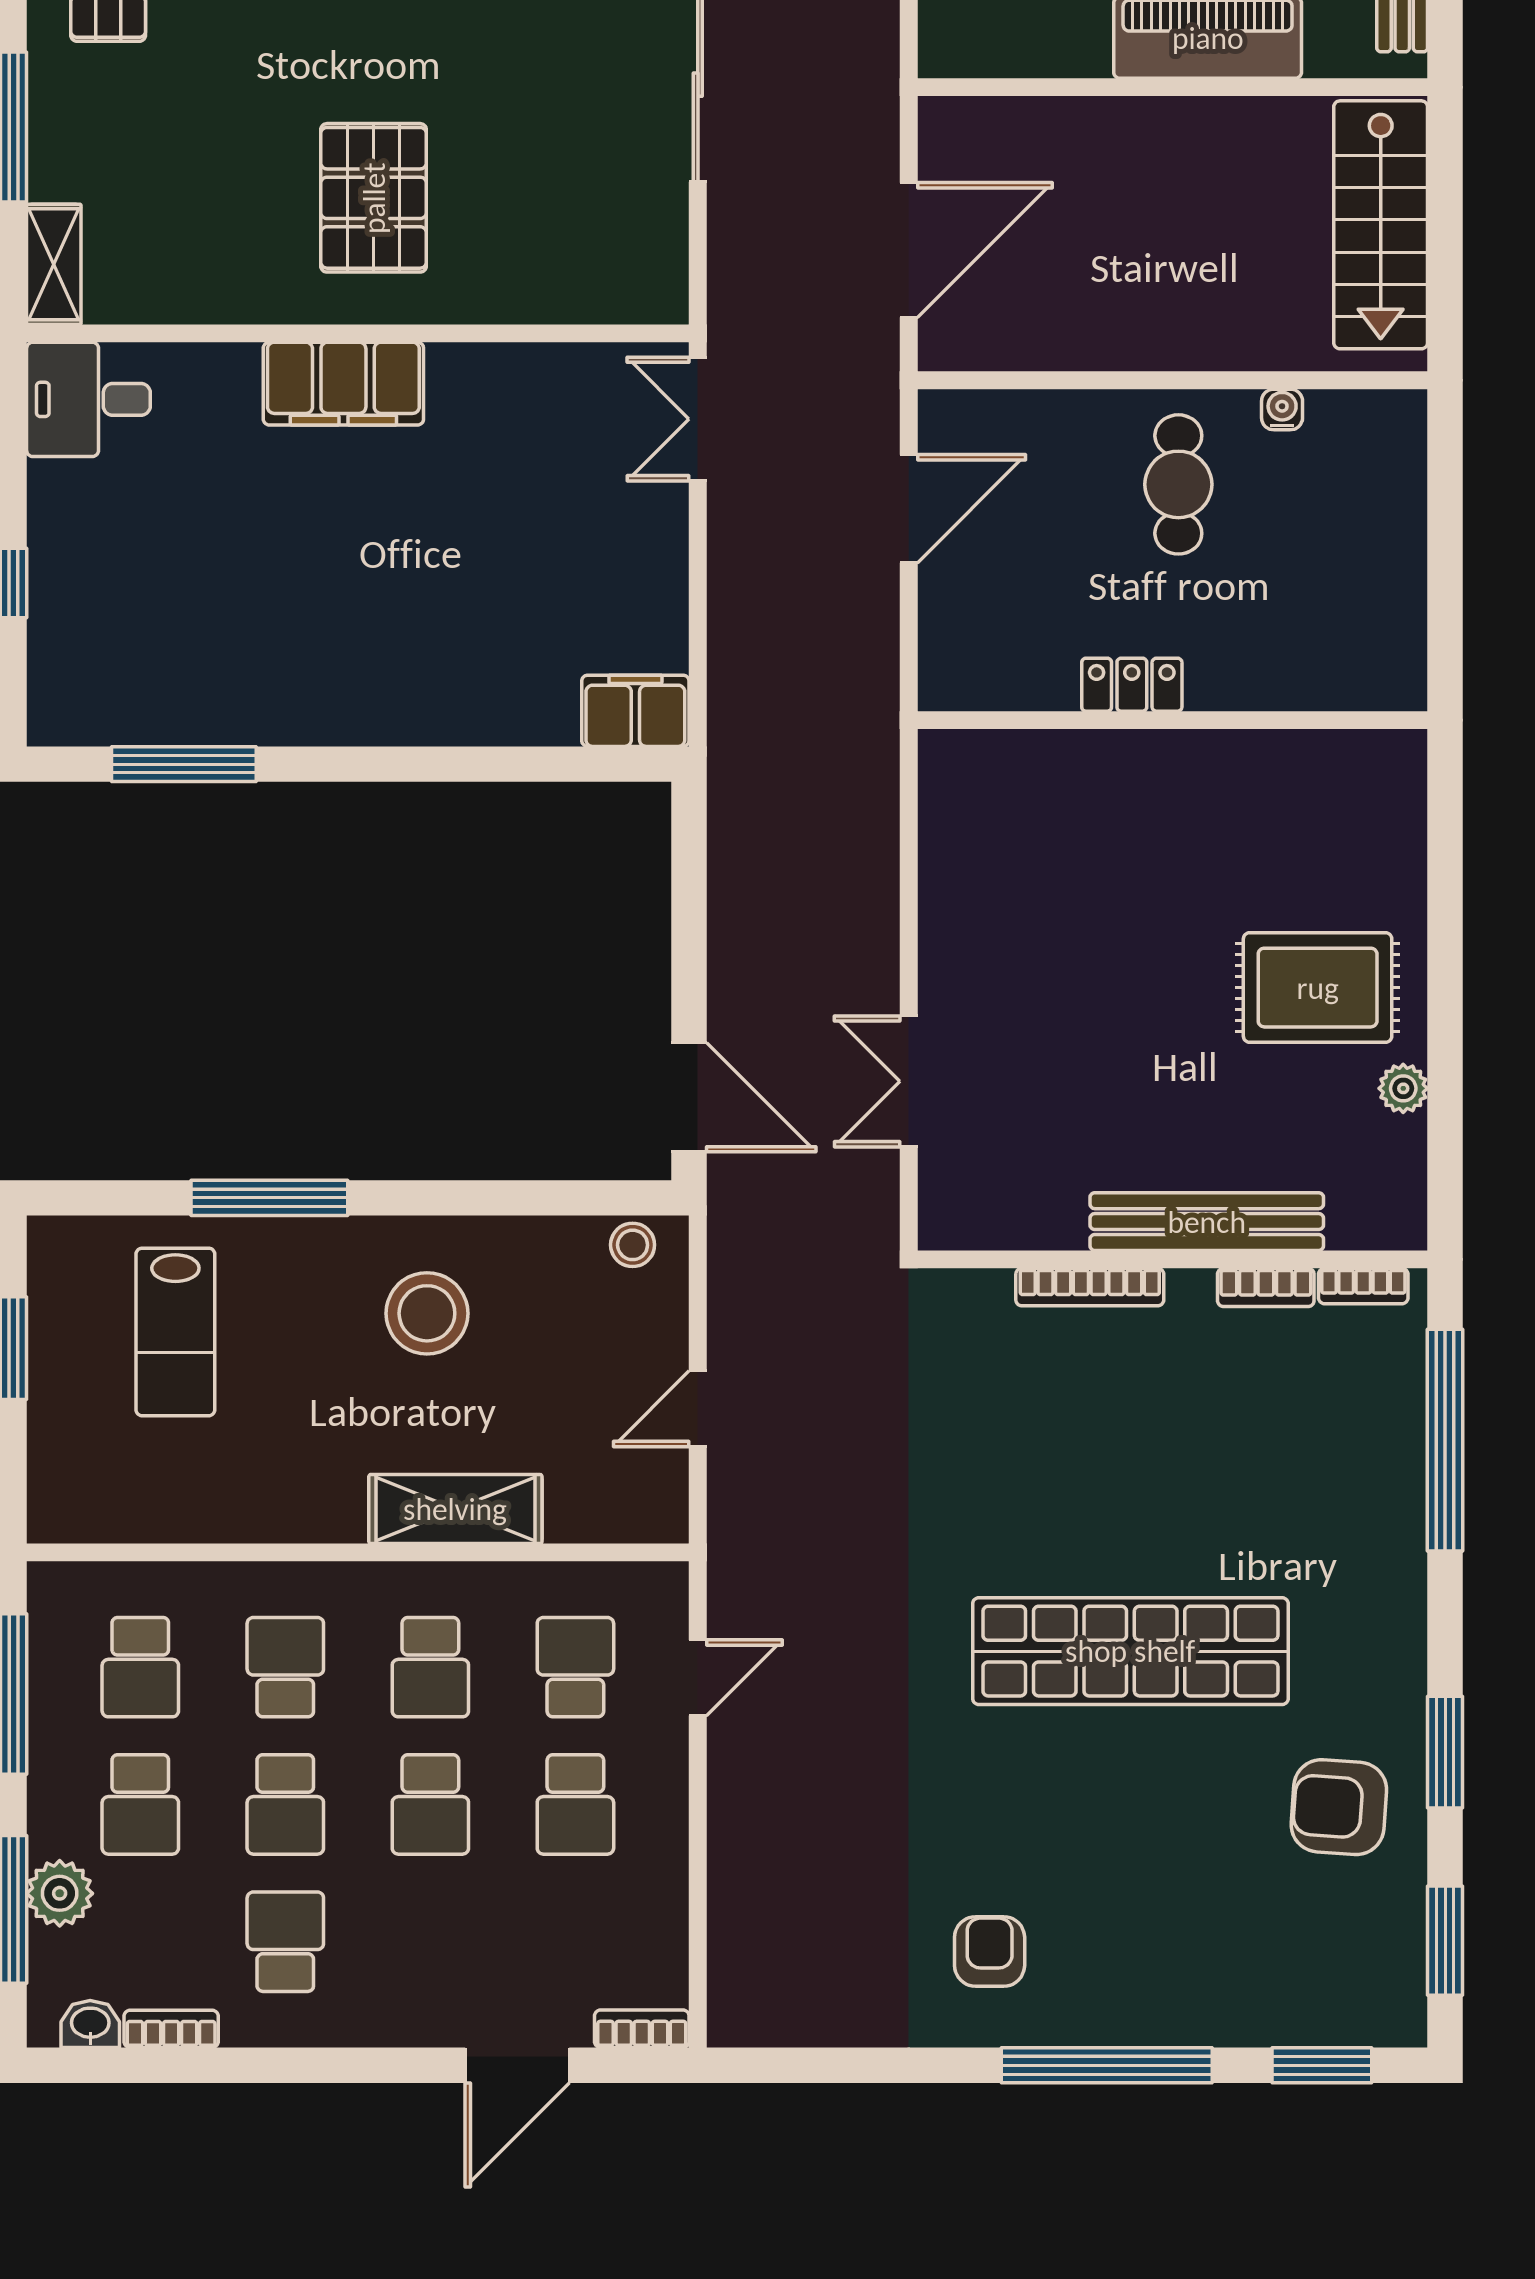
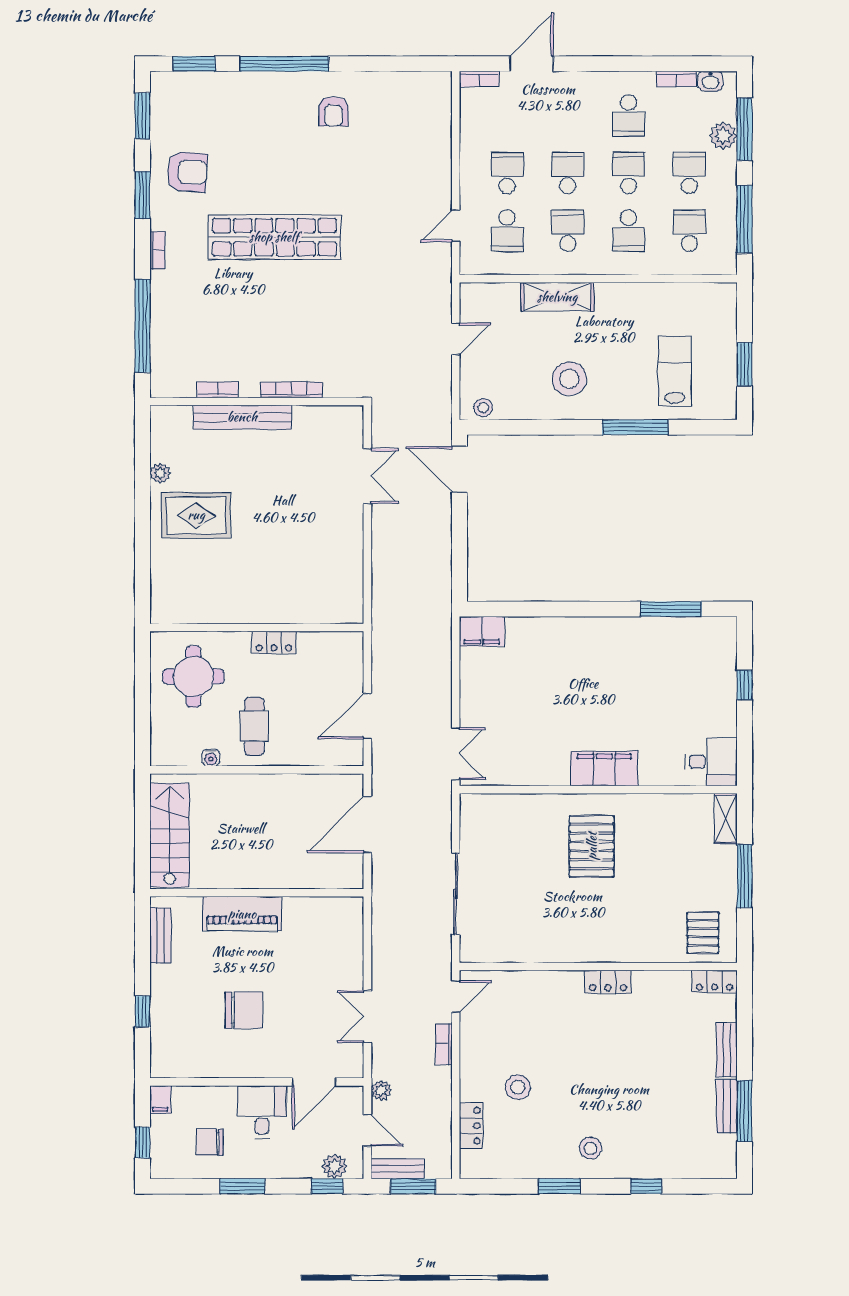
round table: (1324, 603) -> (193, 677), added
bookcase: (1363, 1286) -> (157, 250), moved, turned 90

